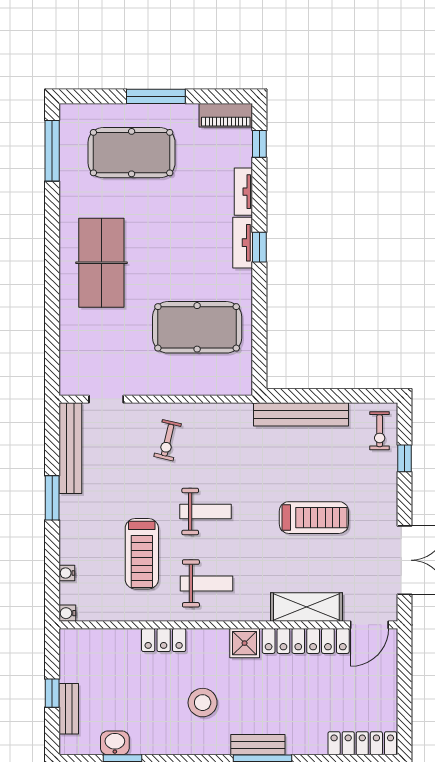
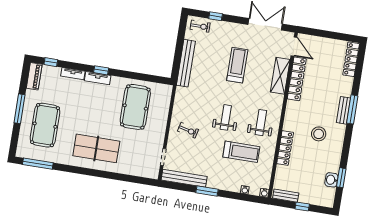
locker: (164, 640) -> (285, 148), width x1.53
shower: (245, 643) -> (293, 109), removed
bench: (69, 709) -> (286, 196), moved

